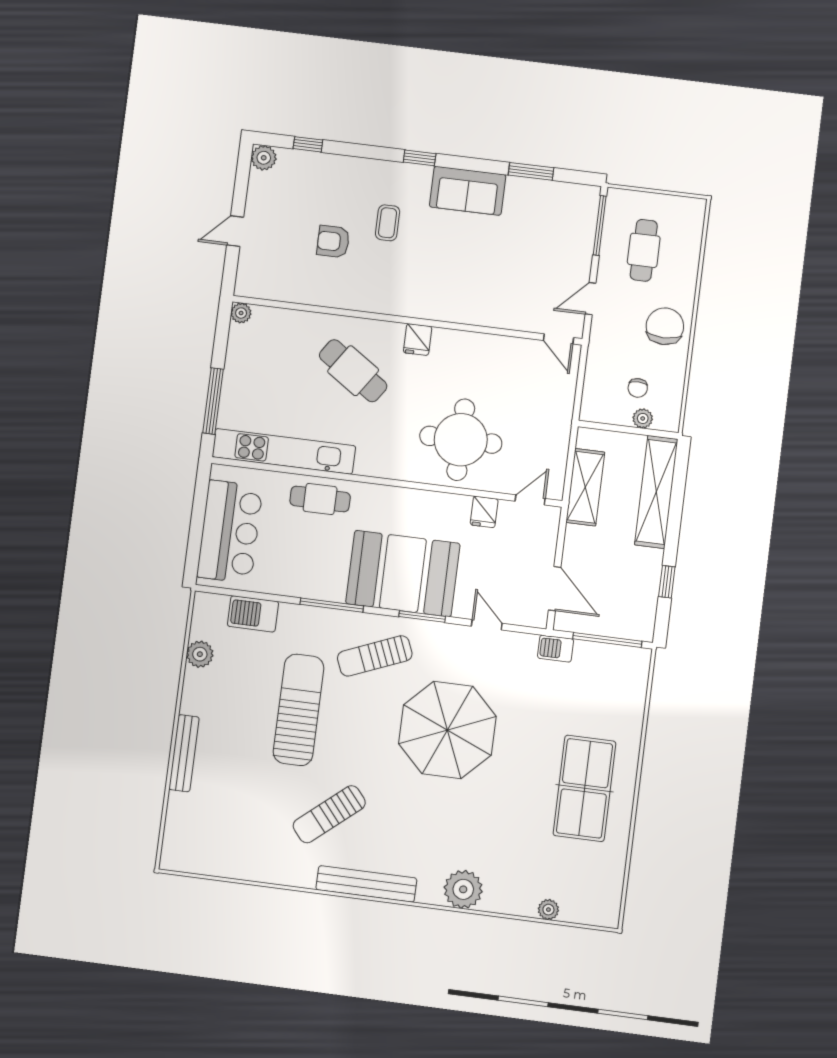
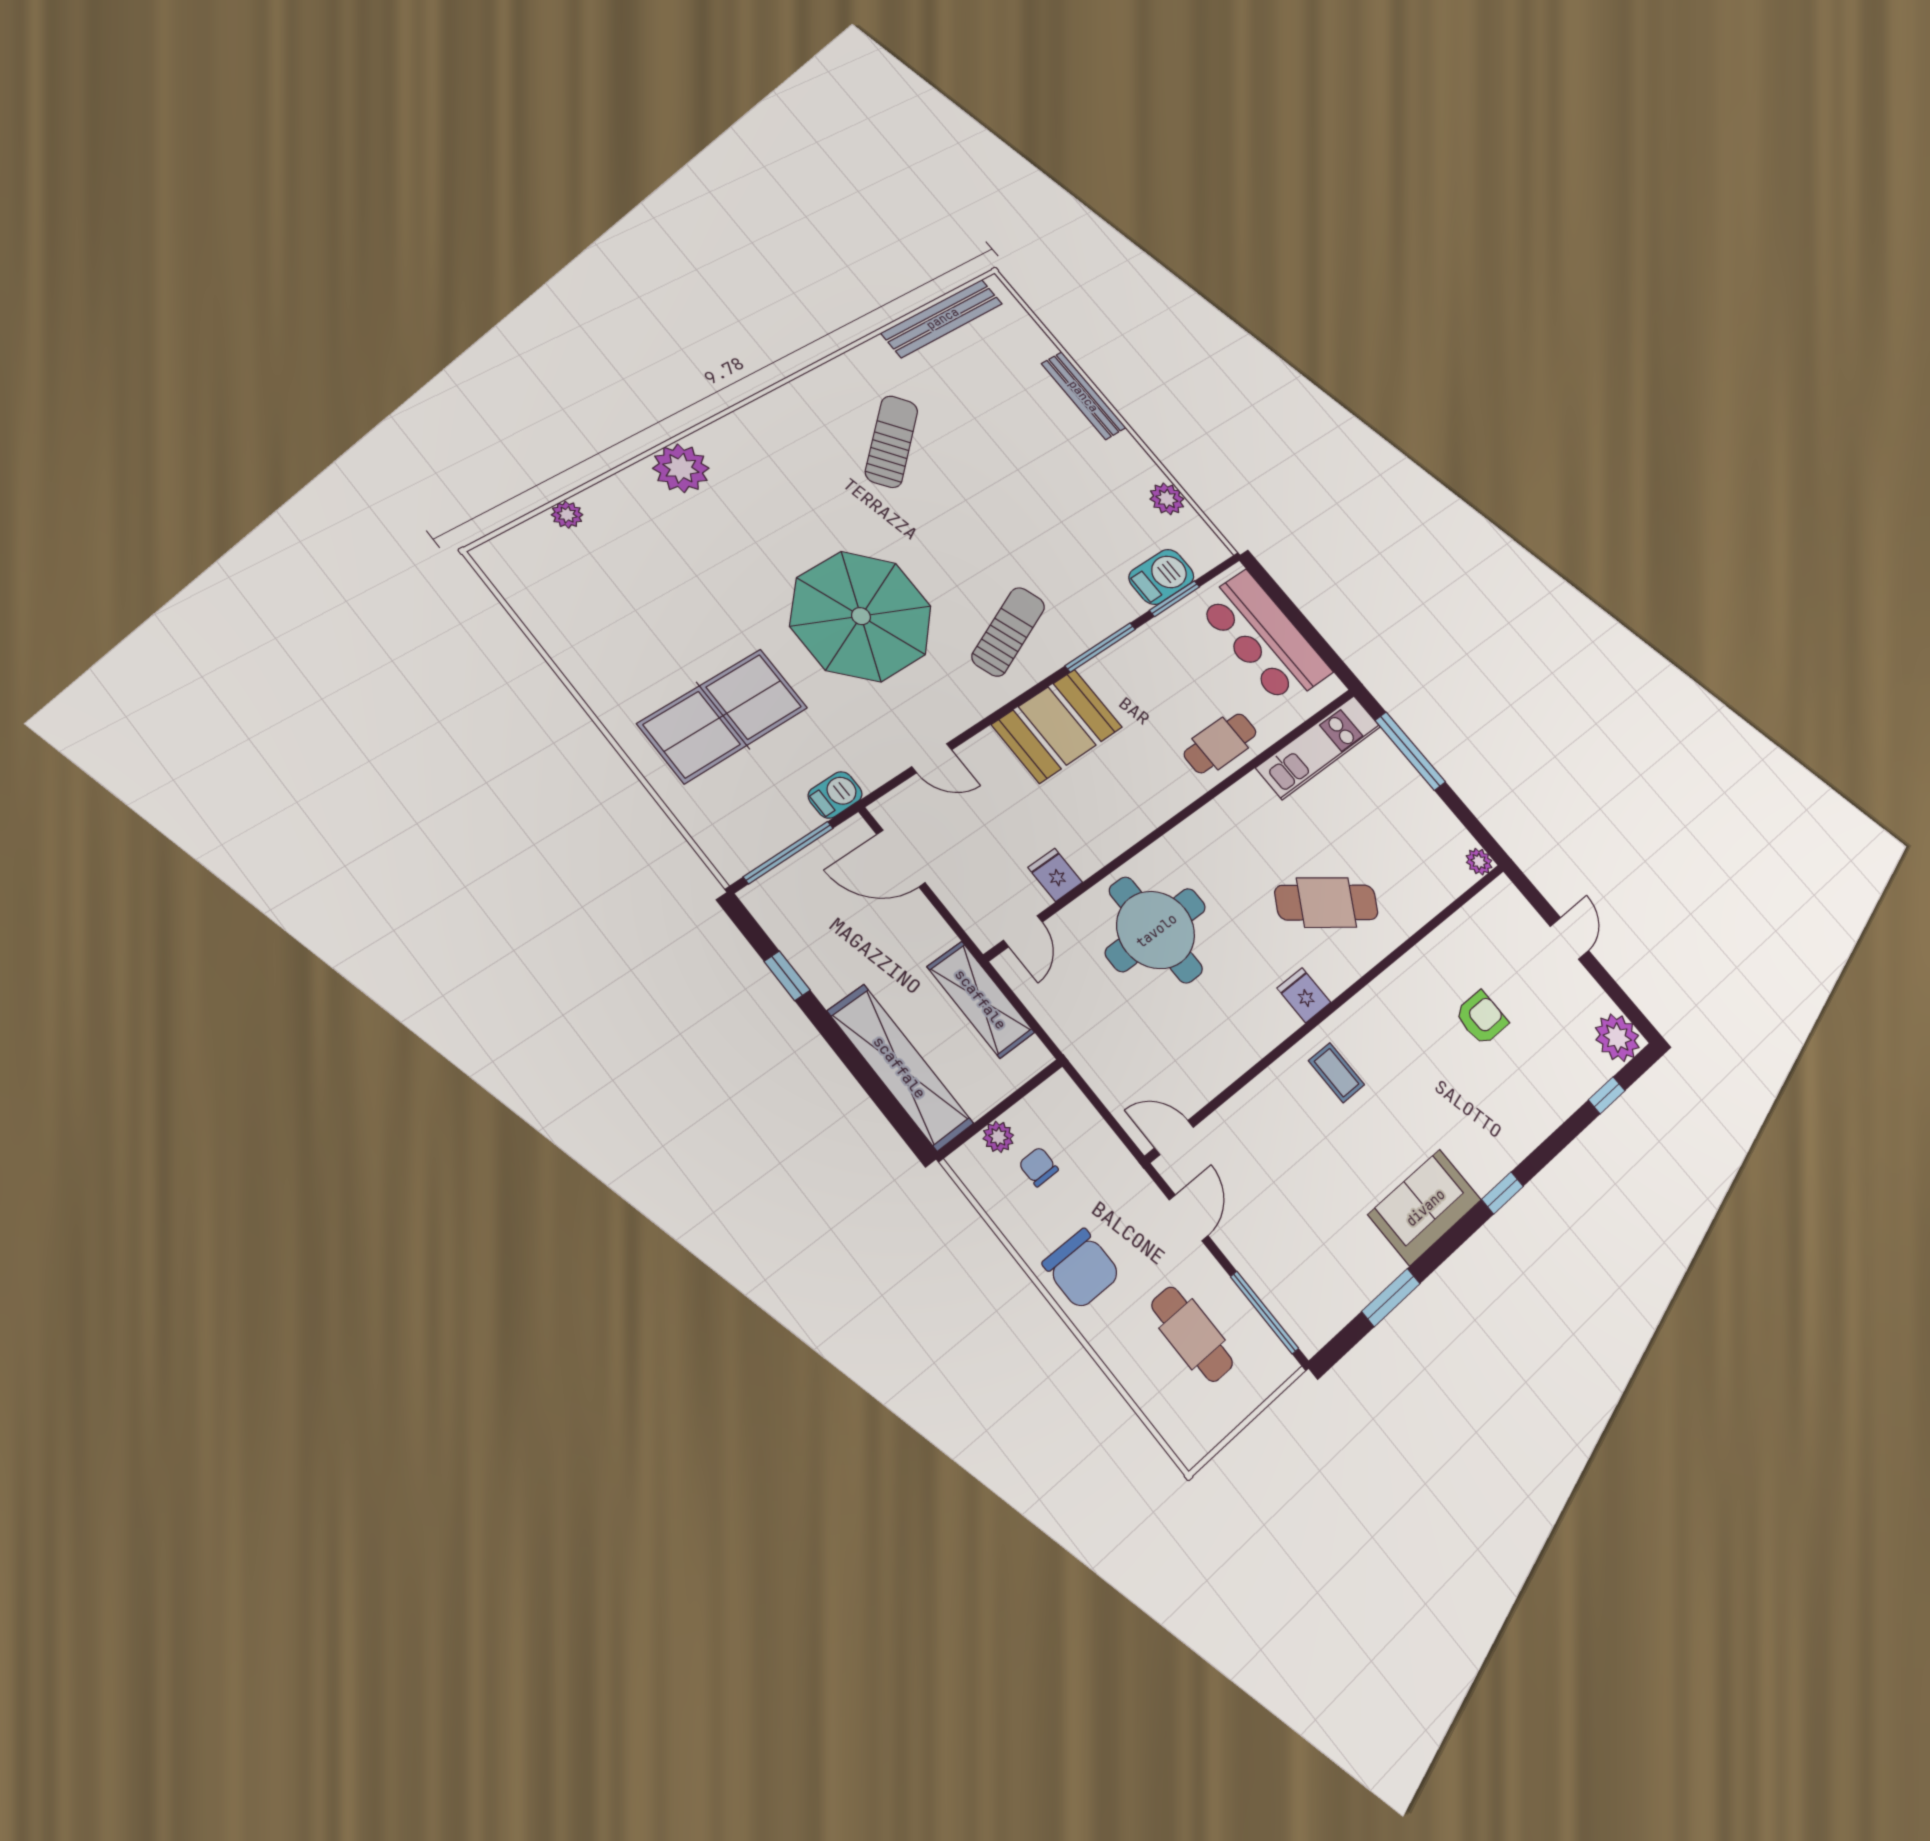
plant: (264, 158) -> (1617, 1038), width x1.36, depth x1.36
coffee table: (388, 223) -> (1336, 1073), moved
kitchen unit: (284, 451) -> (1319, 747), width x0.73
booth: (403, 574) -> (1057, 726), width x0.73, depth x0.70
window: (422, 617) -> (1175, 599), moved
sun lounger: (299, 710) -> (1025, 519), removed
table tennis table: (584, 788) -> (723, 716), moved, turned 90
bench: (366, 884) -> (942, 318), moved

